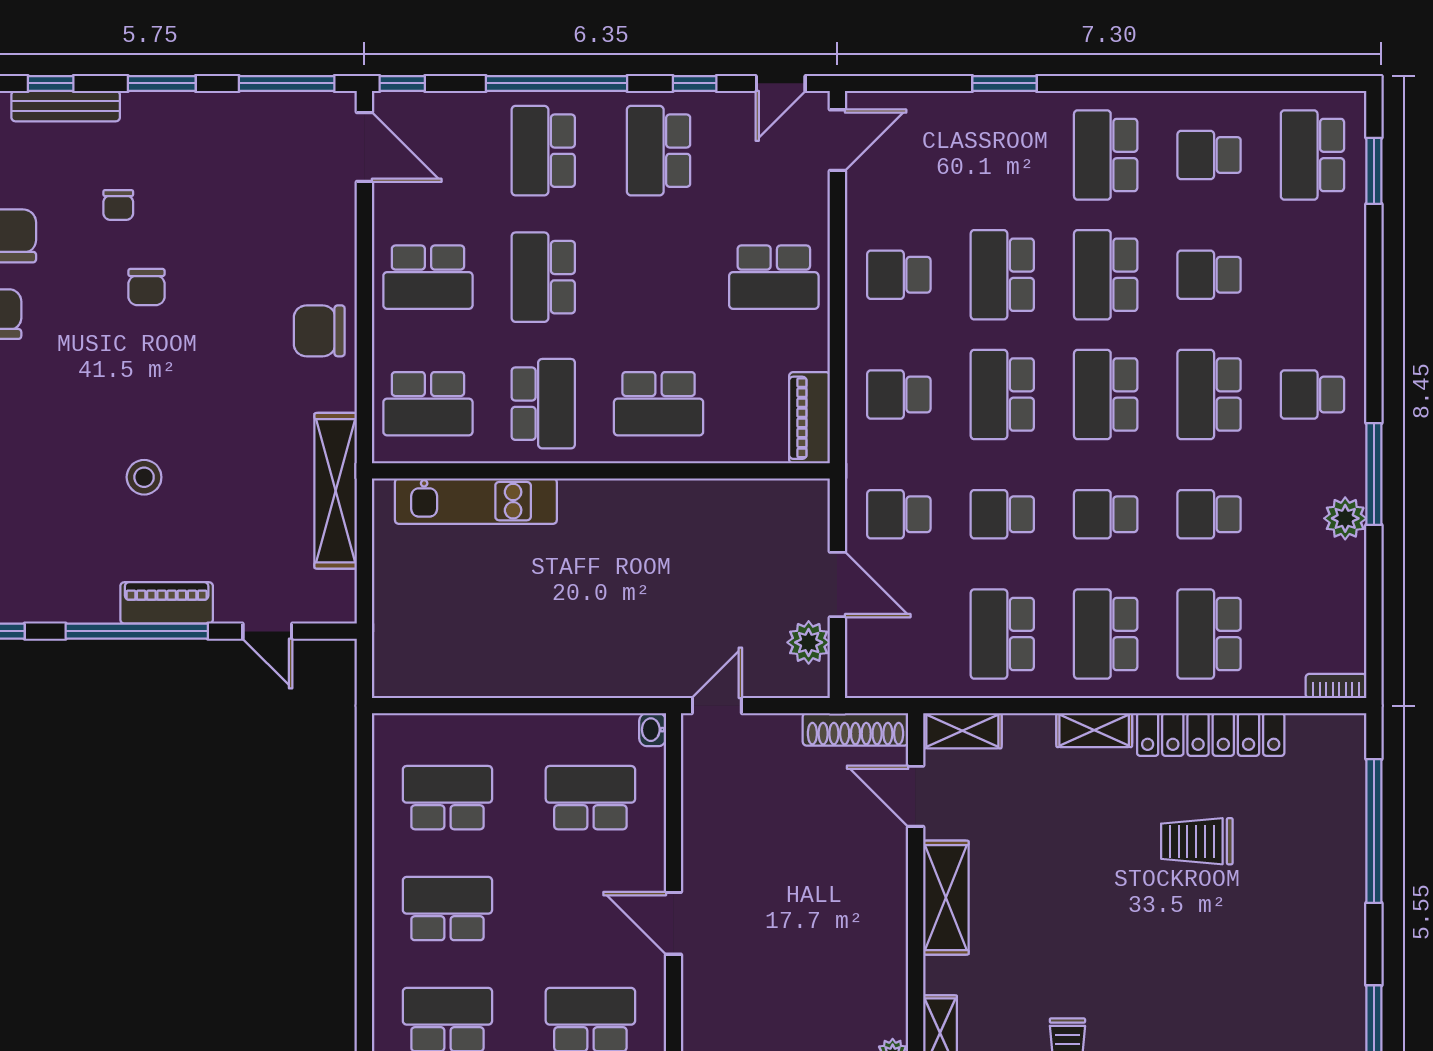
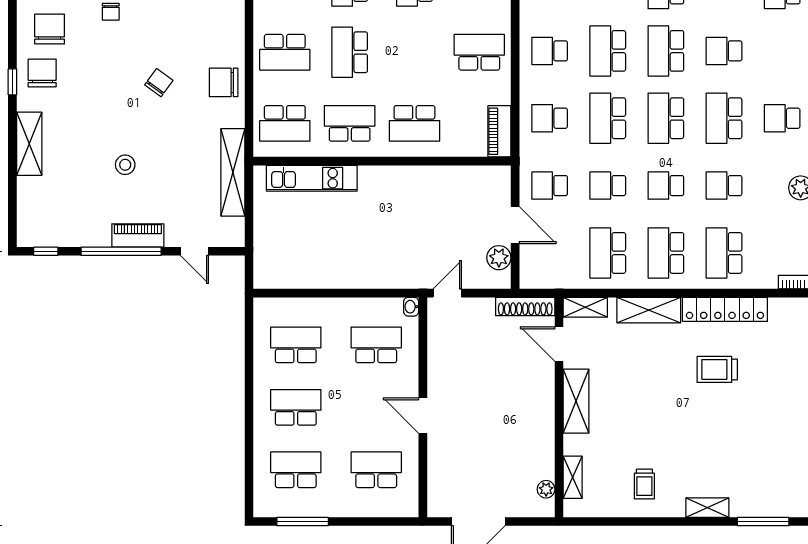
school desk: (774, 277) -> (479, 52), turned 180
chair: (146, 287) -> (159, 83), moved, turned -144
school desk: (543, 404) -> (350, 123), turned -90
shelving: (1094, 730) -> (649, 310), width x1.50, depth x1.33

